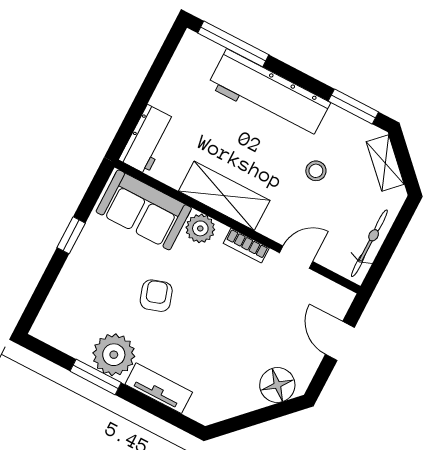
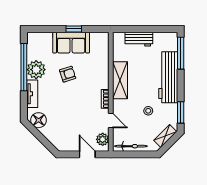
workbench: (147, 139) -> (139, 39), moved
sofa: (144, 210) -> (71, 43), moved, turned -90
plant: (200, 228) -> (103, 139), moved
door: (340, 341) -> (87, 154), hinge flipped
window: (96, 377) -> (24, 67), width x2.11
floor lamp: (277, 385) -> (39, 120), moved

